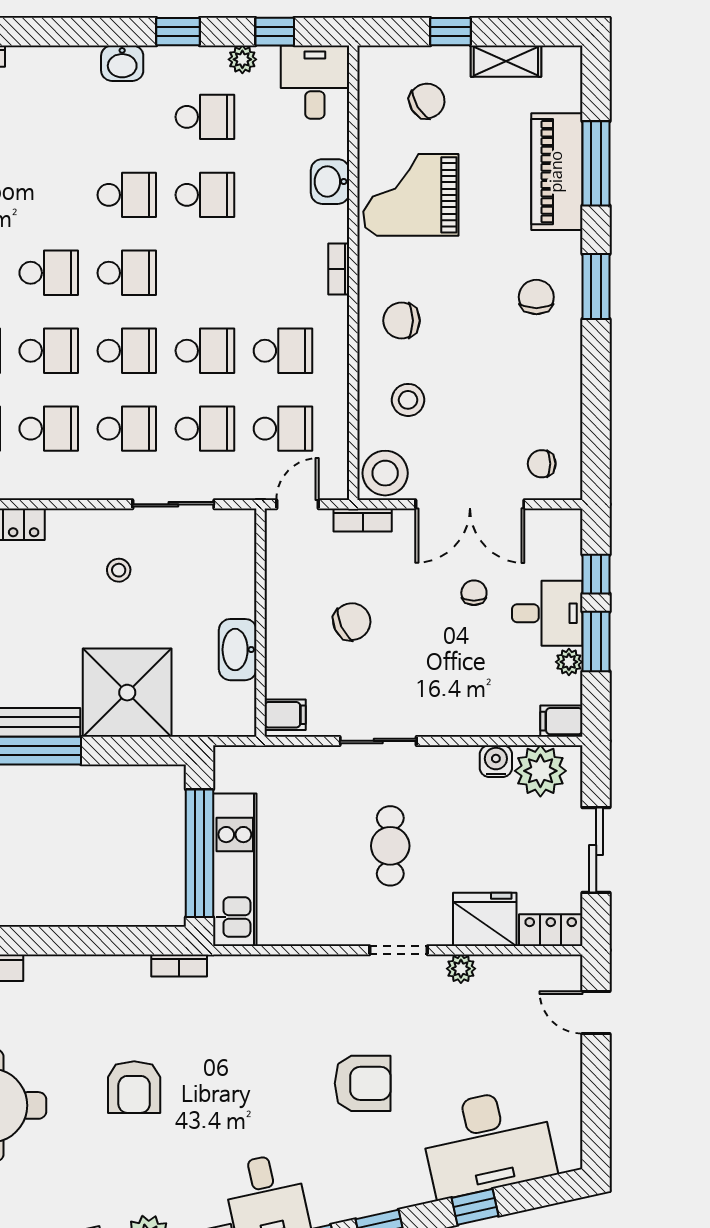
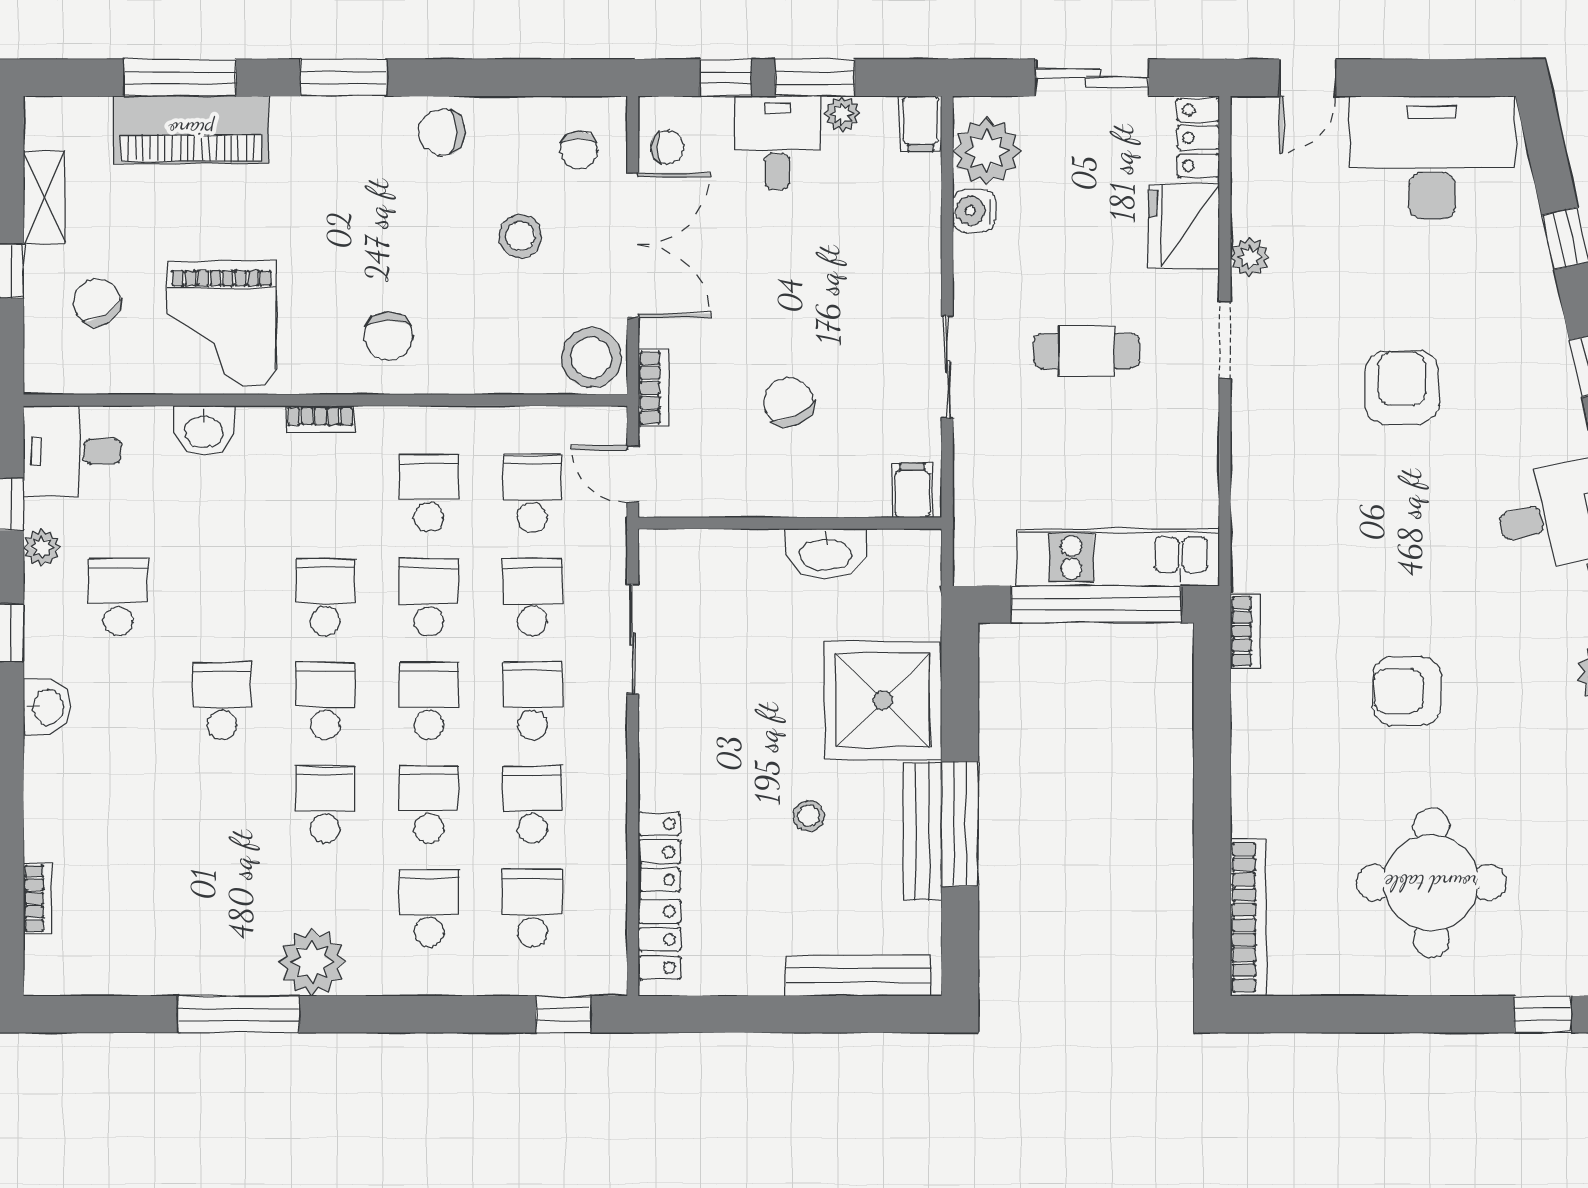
school desk: (205, 195) -> (325, 597), moved
chair: (536, 297) -> (442, 132), moved
stool: (408, 400) -> (520, 236), moved
stool: (119, 570) -> (809, 816), moved
chair: (474, 593) -> (667, 147), moved, turned 180
armchair: (134, 1087) -> (1407, 691), turned 180
desk: (488, 1142) -> (1432, 158), moved, turned -78

